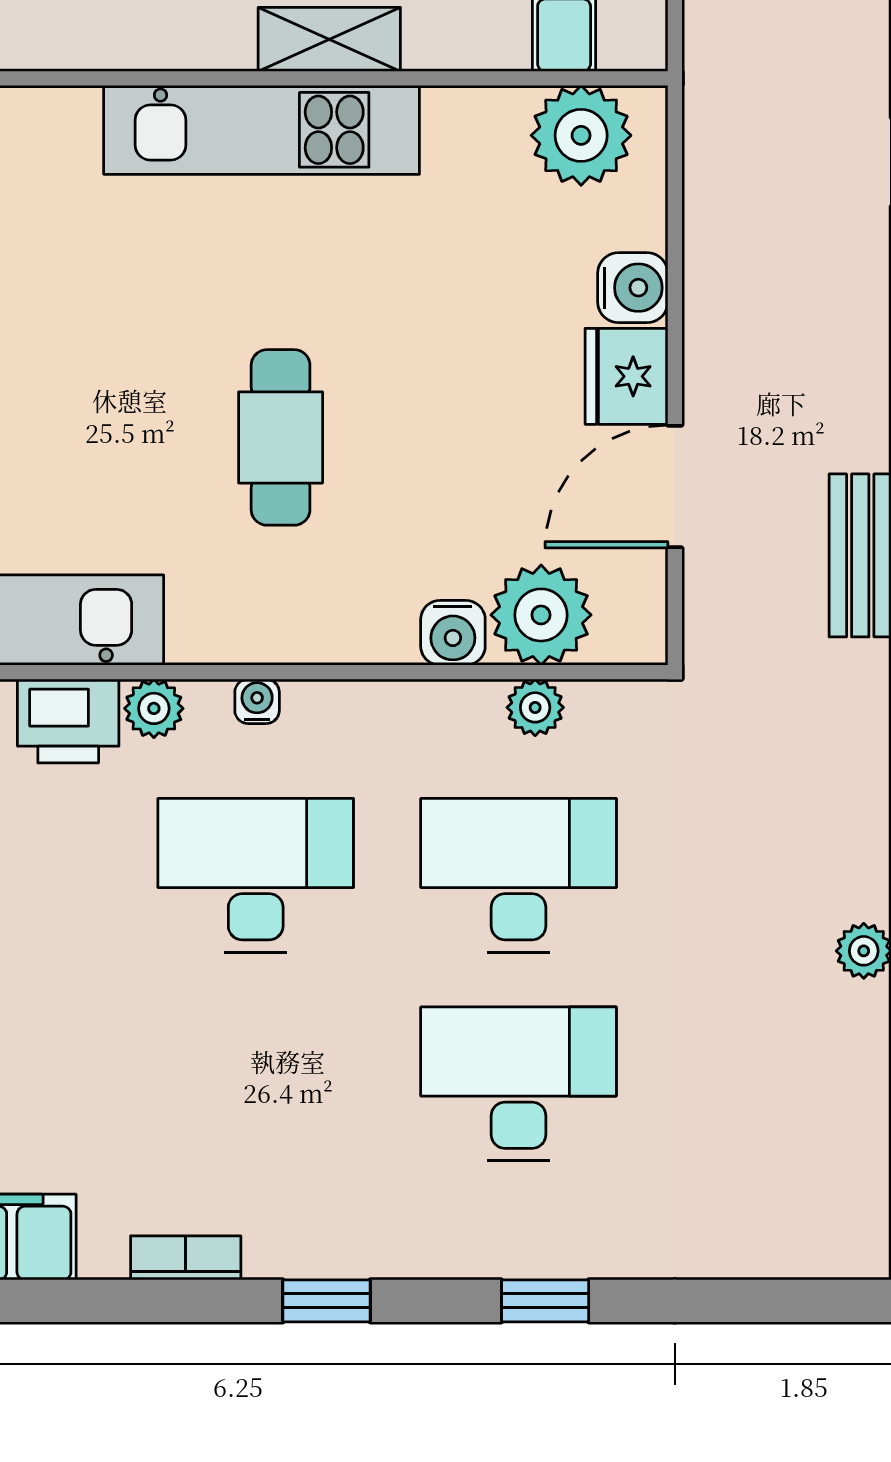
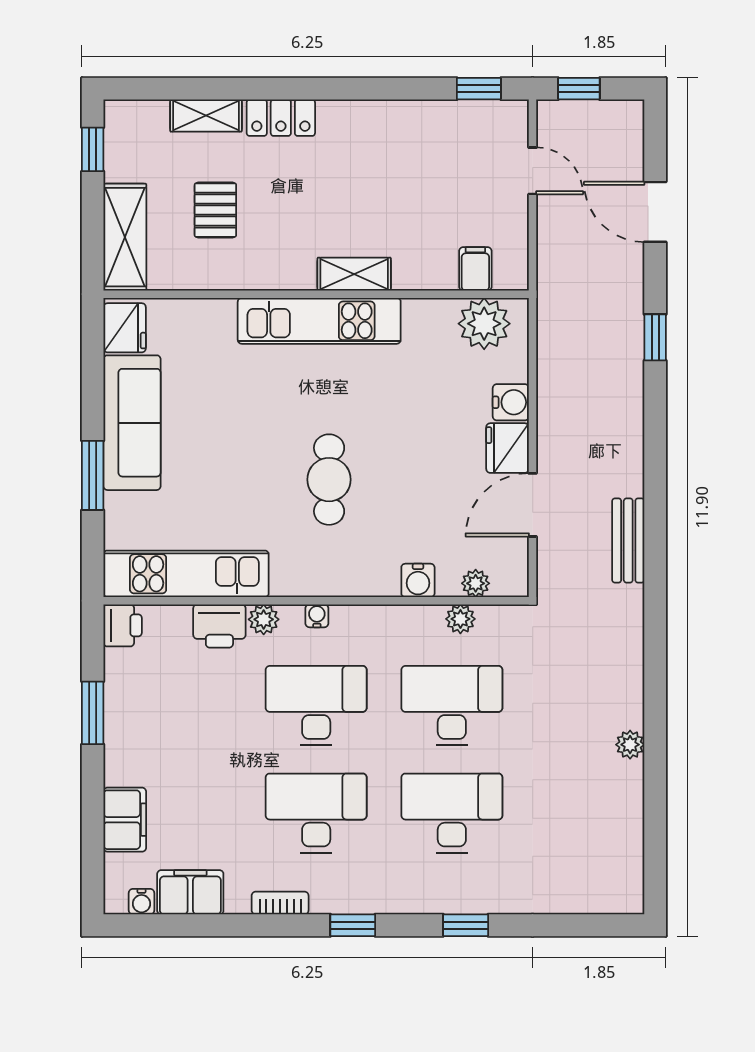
plant: (541, 615) -> (476, 583), width x0.53, depth x0.53
desk: (256, 1084) -> (316, 813), added

